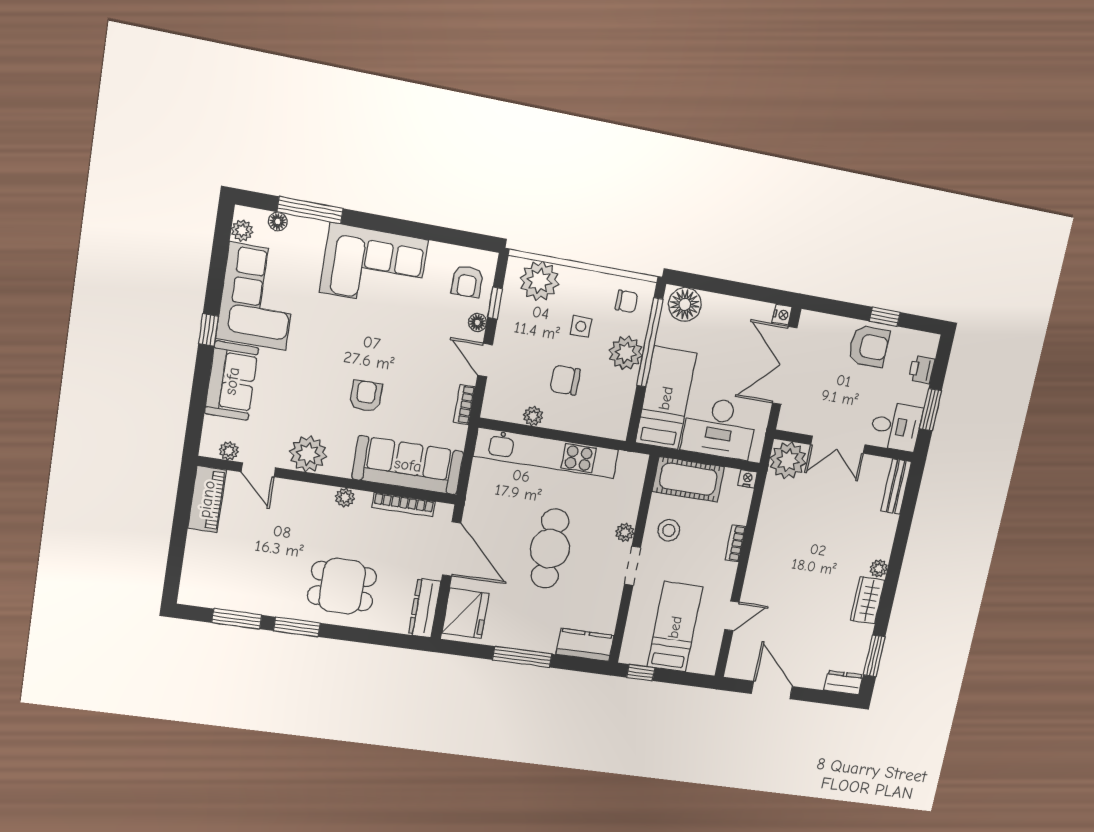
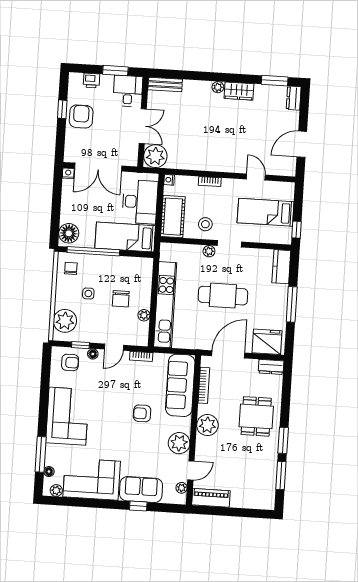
window: (208, 330) -> (138, 506), moved
plant: (626, 353) -> (101, 265), removed
plant: (345, 498) -> (207, 425), width x1.88, depth x1.88
dresser: (425, 608) -> (271, 367), width x0.70

